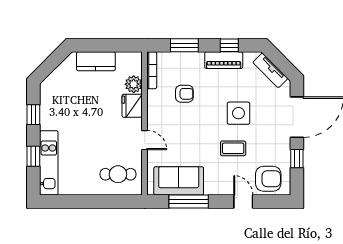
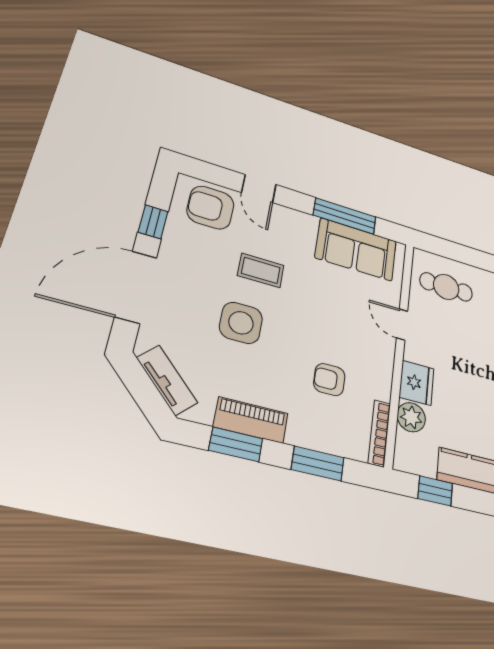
window: (116, 45) -> (435, 491), added
window: (229, 45) -> (236, 444), width x1.50

